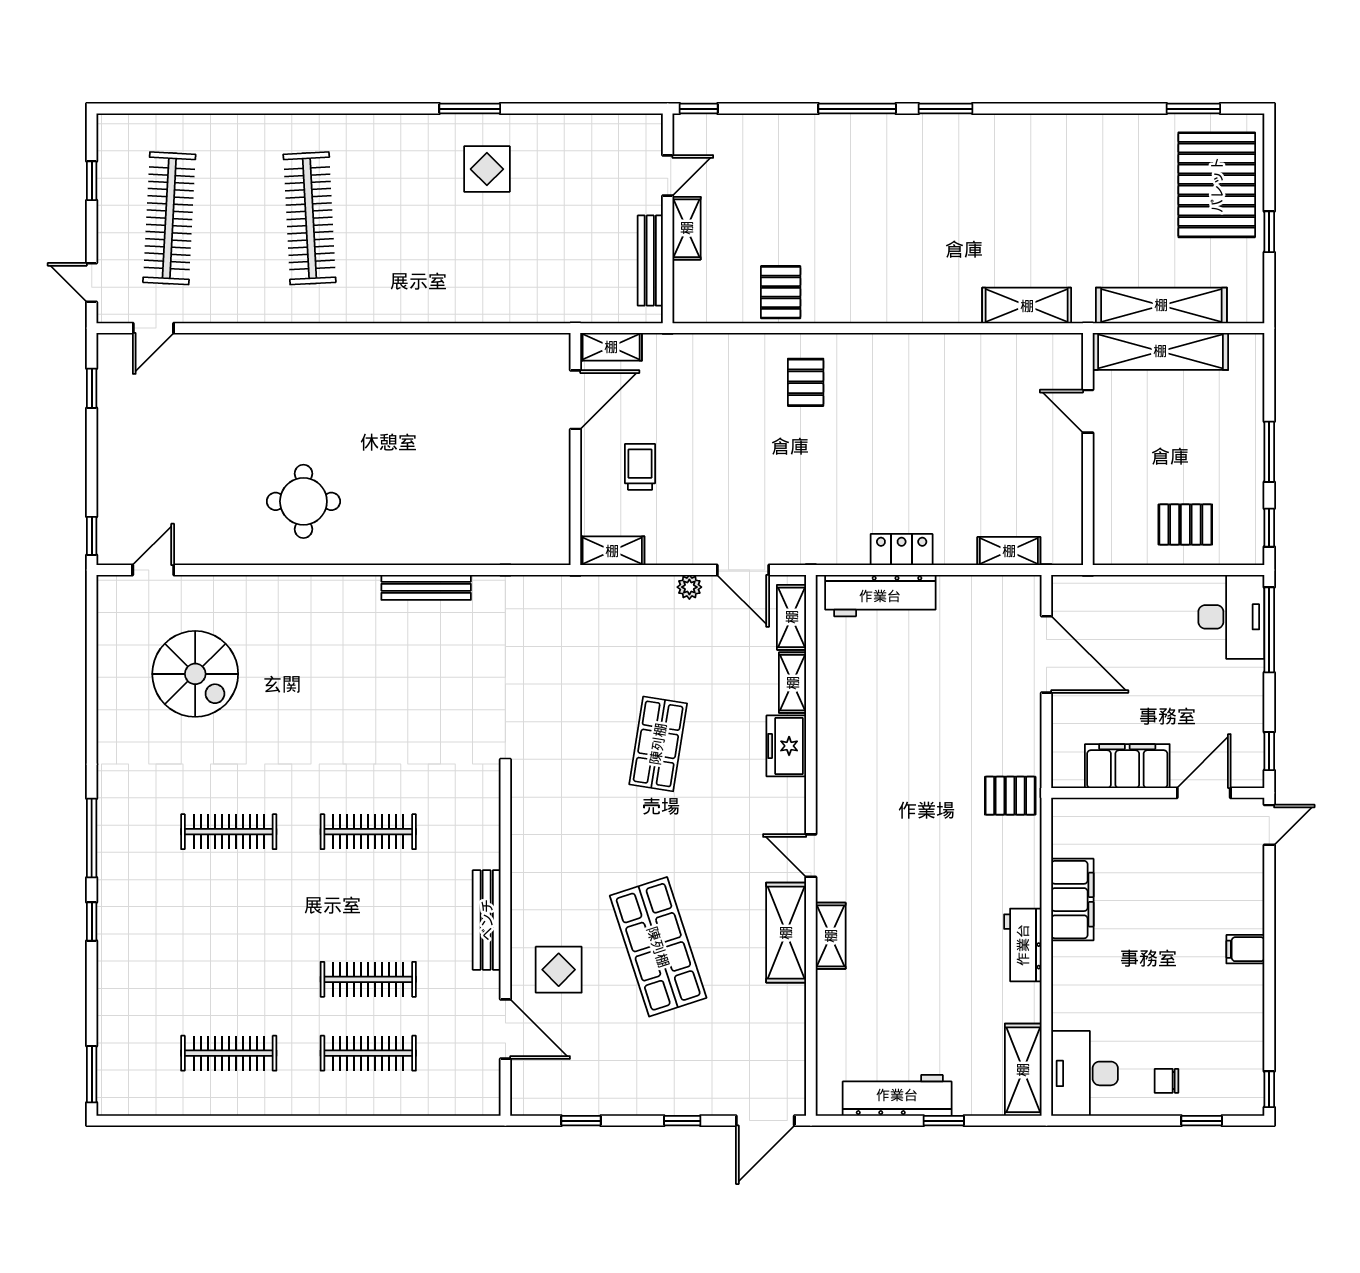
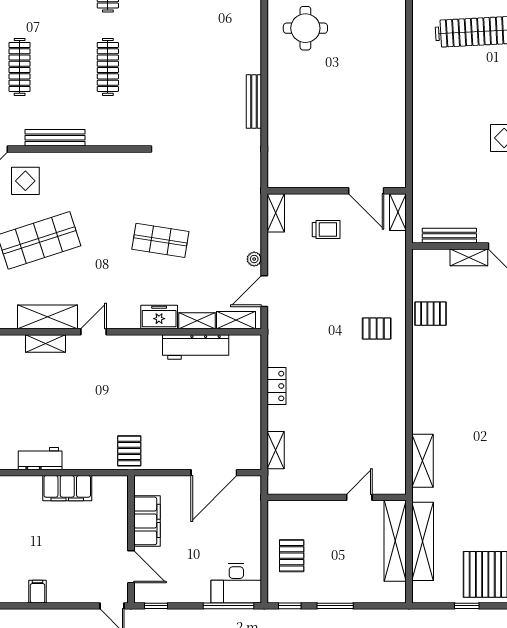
workbench: (880, 596) -> (196, 347), moved, turned -90

